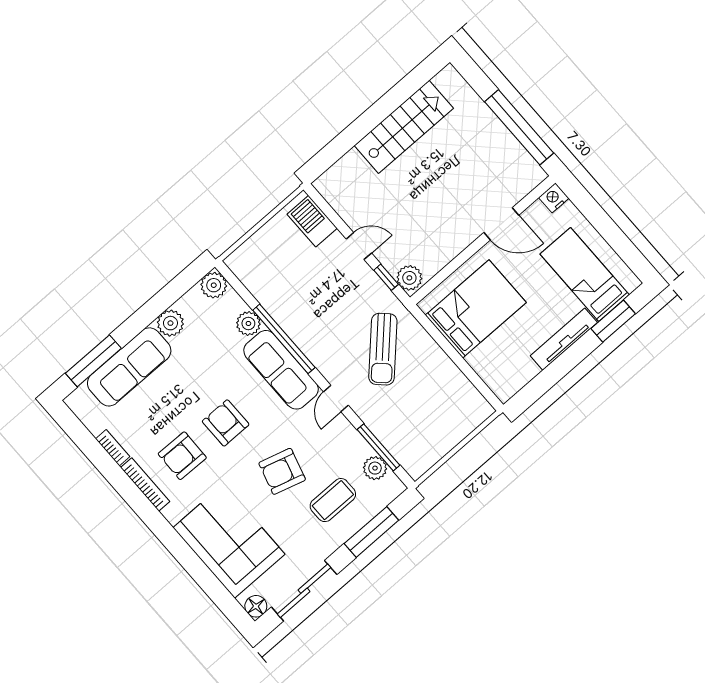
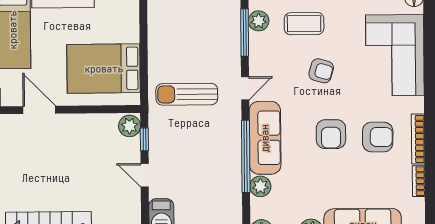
sun lounger: (383, 349) -> (187, 94), turned -134
armchair: (282, 471) -> (321, 71), width x0.72, depth x0.72

